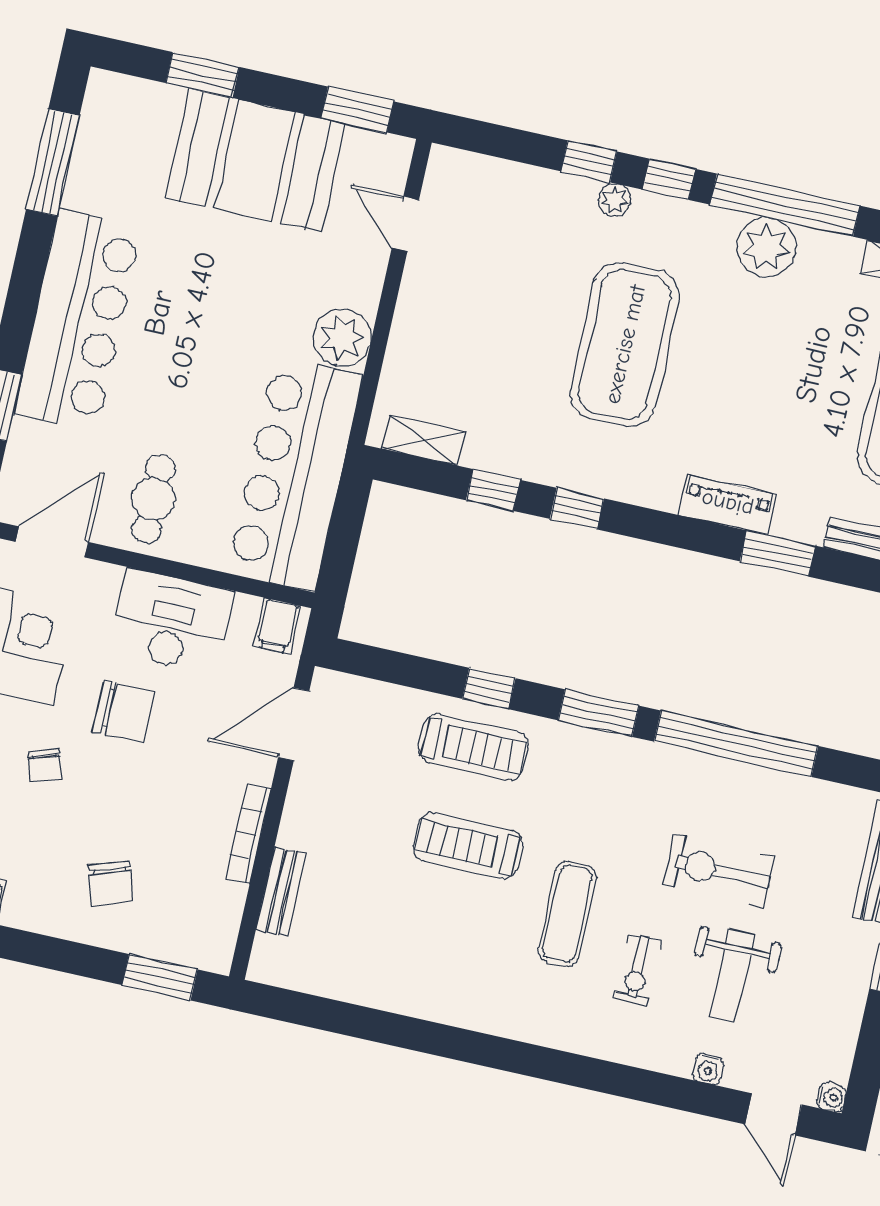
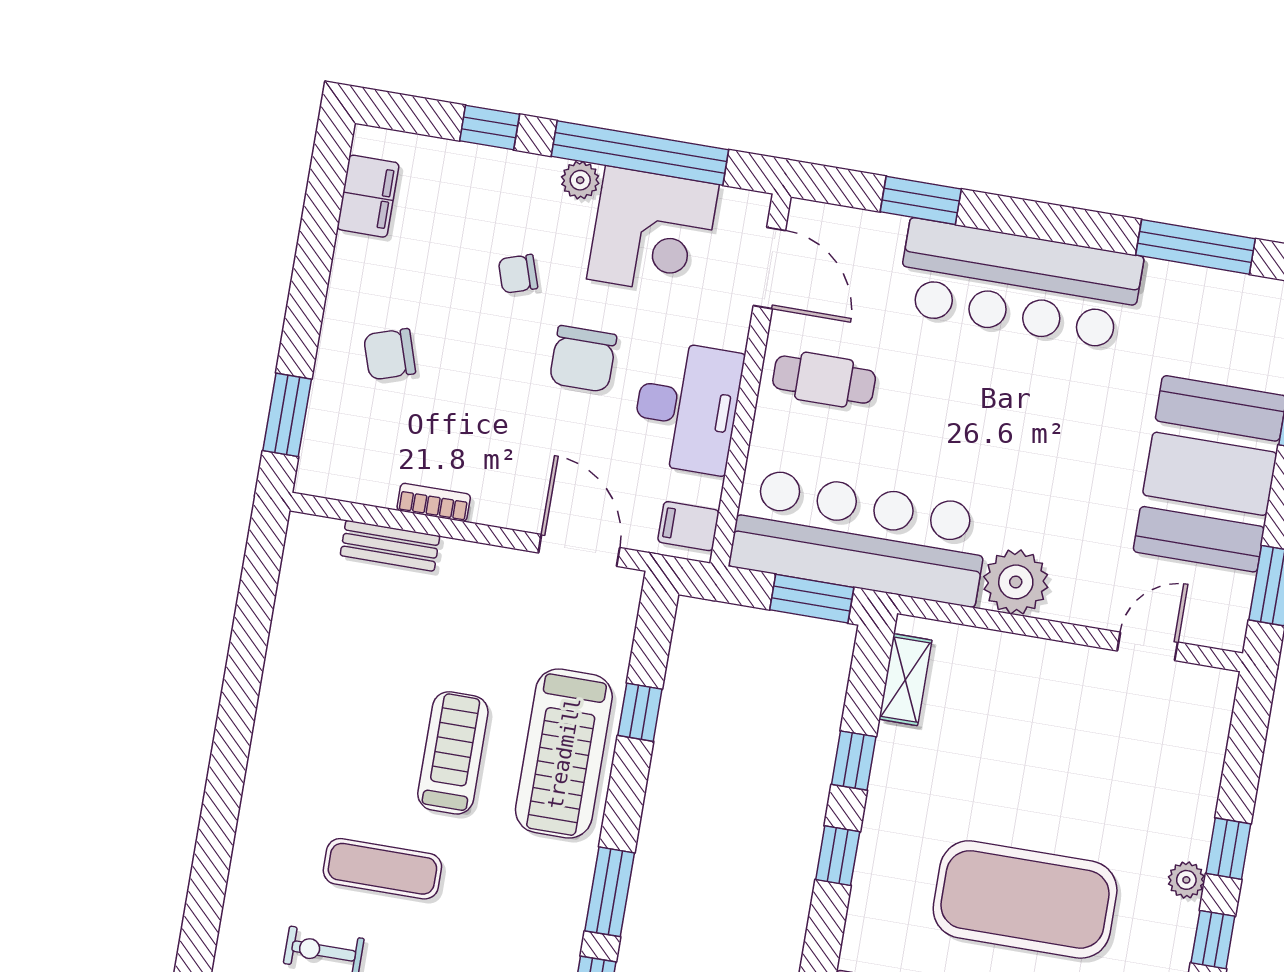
window: (347, 520) -> (812, 599), added
window: (489, 689) -> (640, 712), moved
treadmill: (473, 747) -> (564, 753), width x1.37, depth x1.38
bookcase: (248, 834) -> (434, 502), width x0.64

